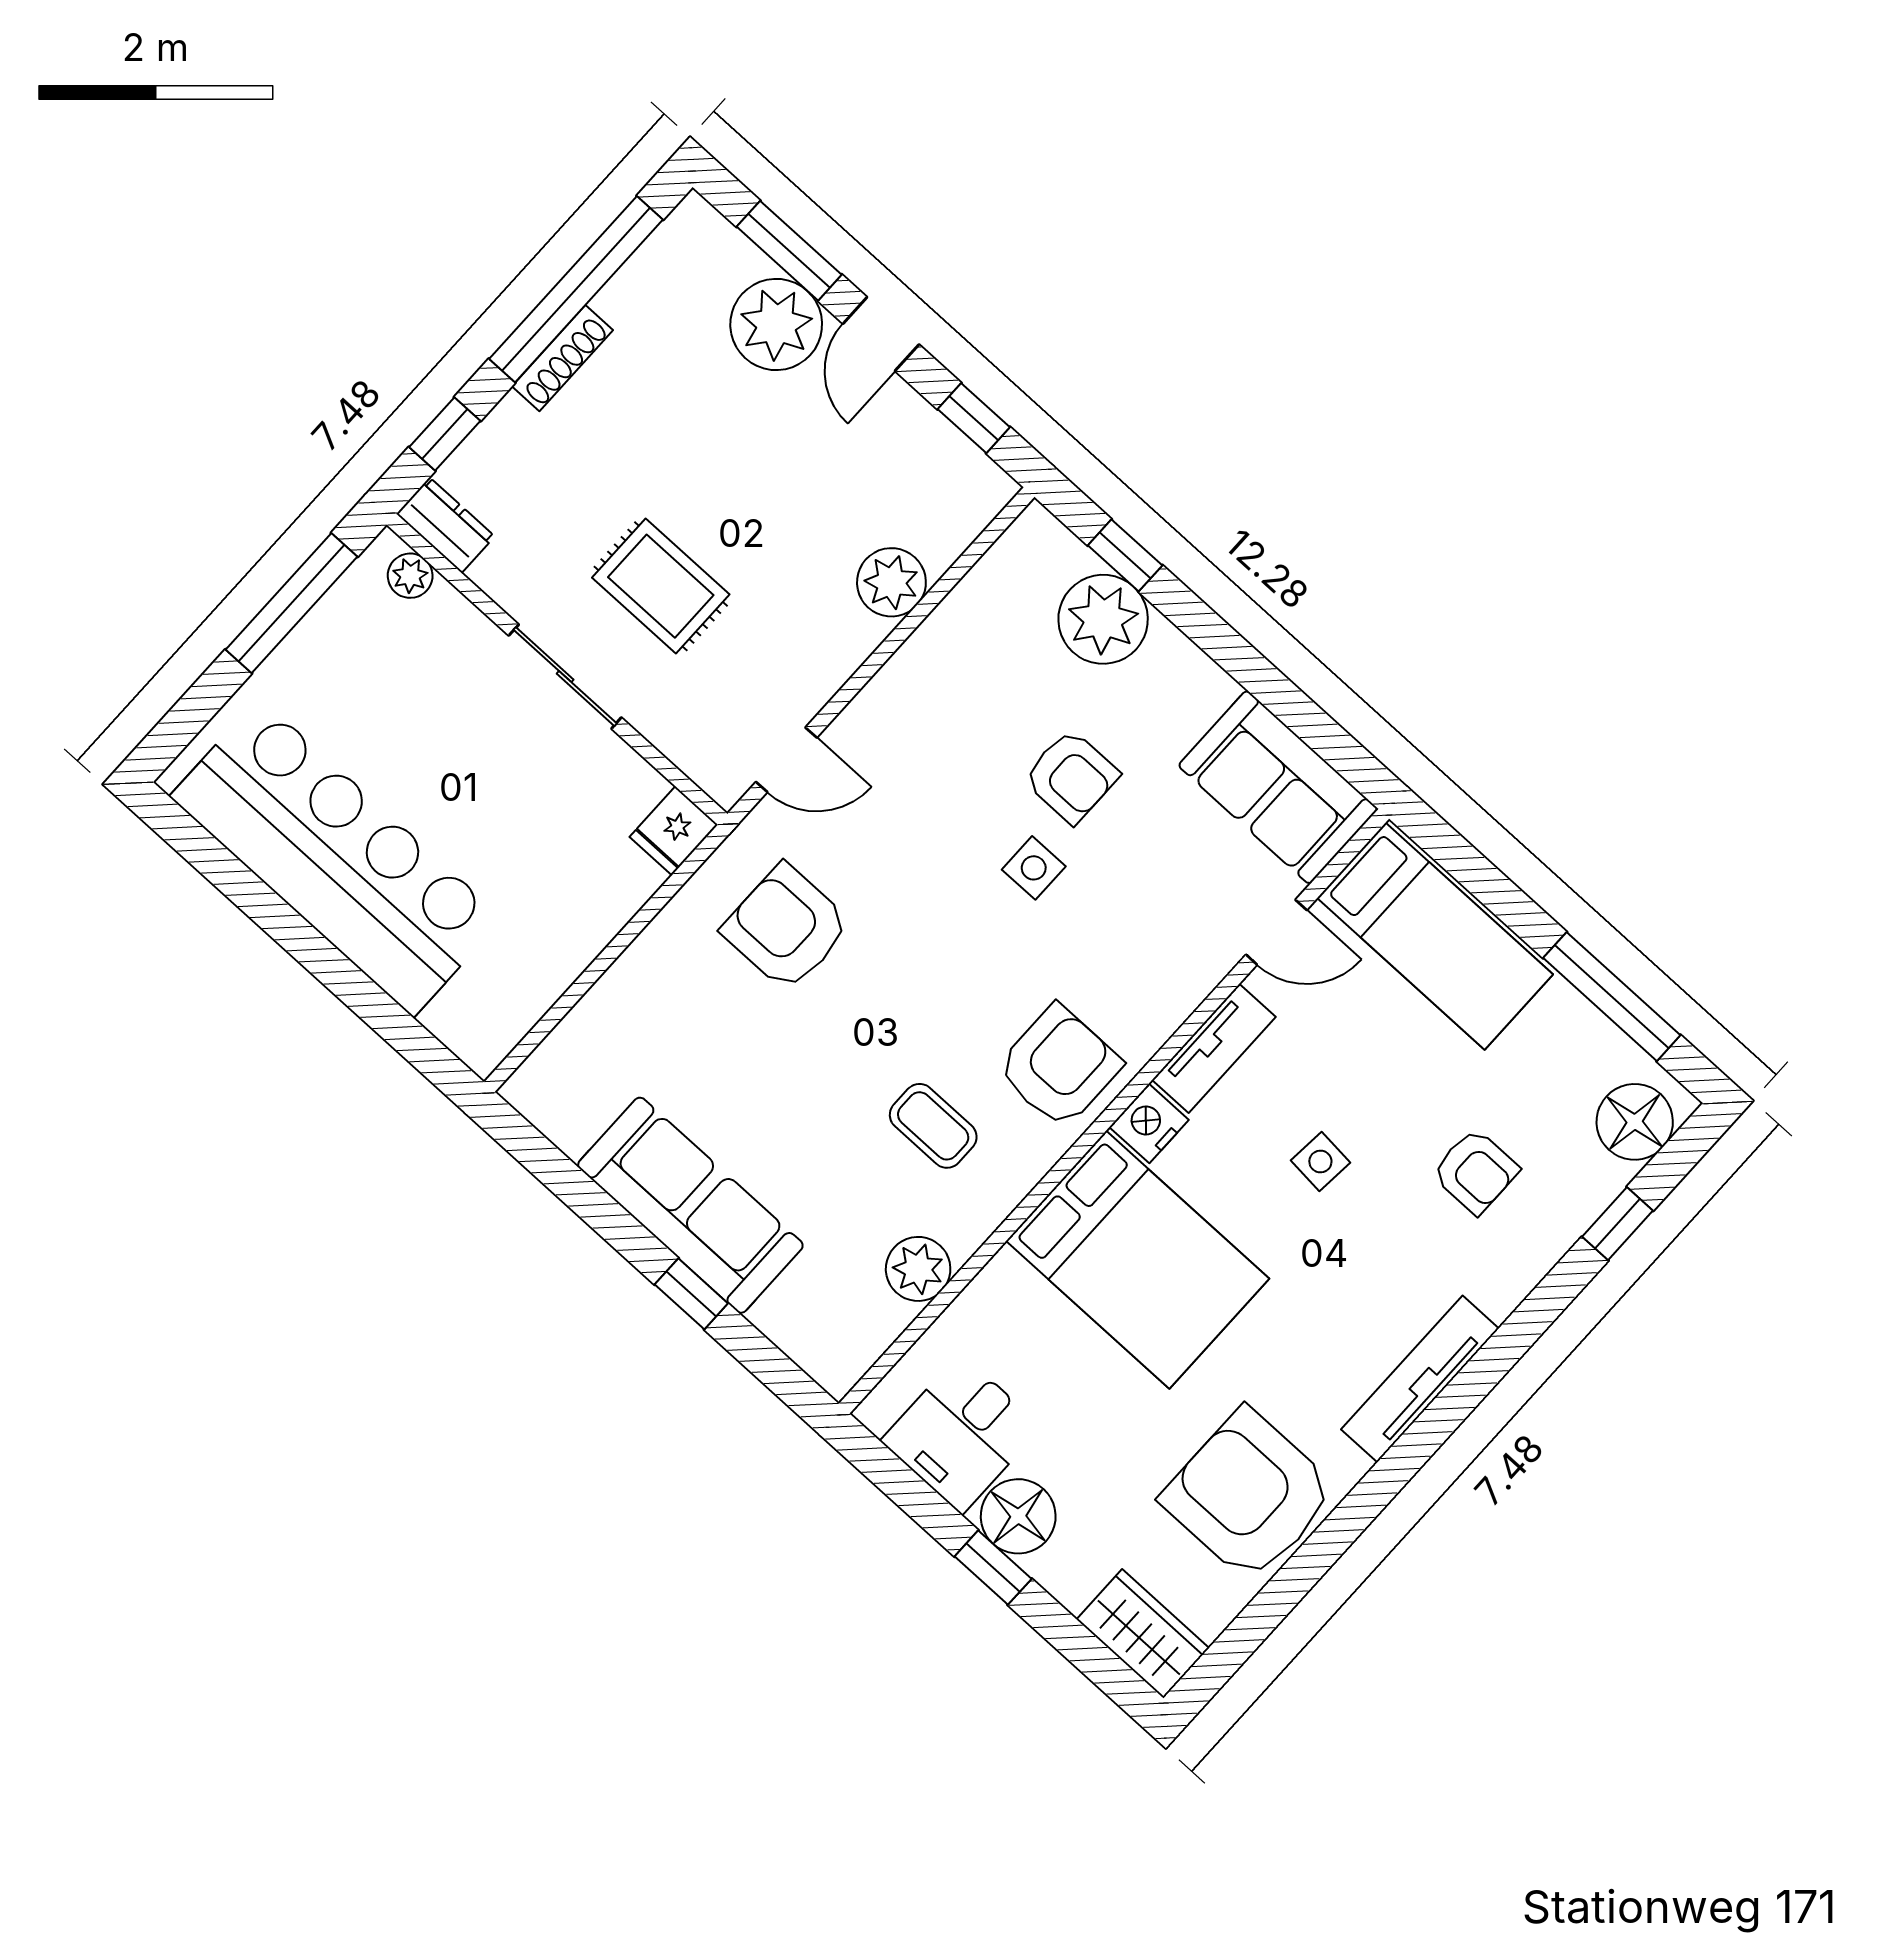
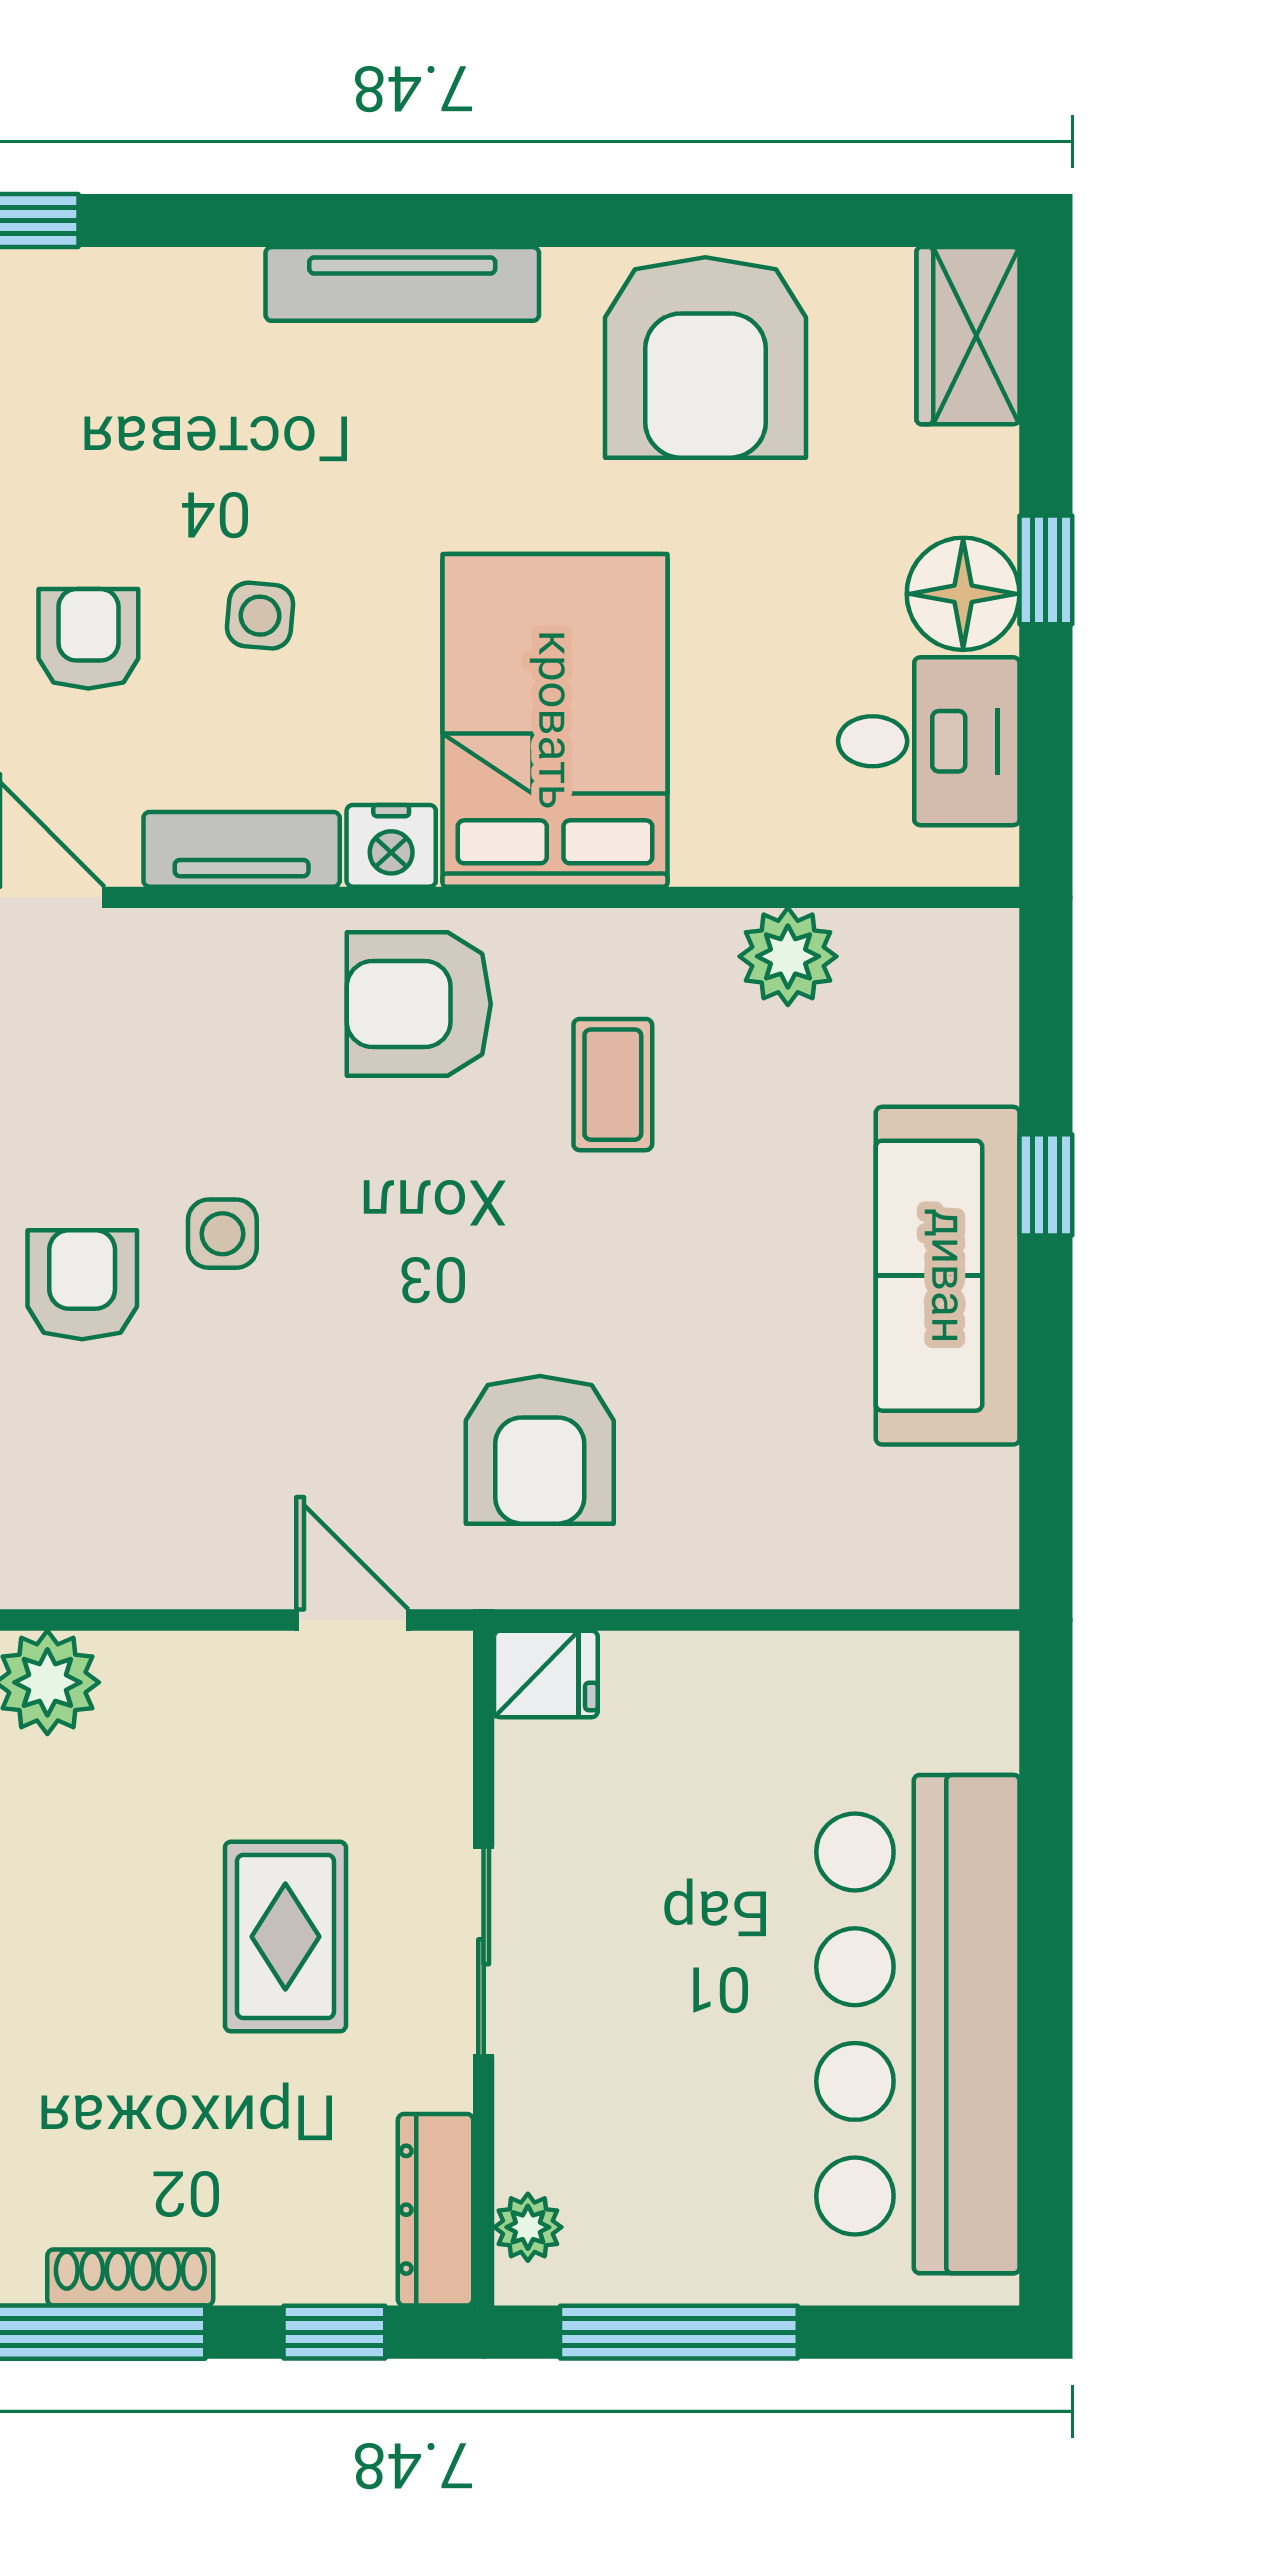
dresser: (446, 525) -> (436, 2210), width x1.44
armchair: (1475, 1171) -> (88, 639), moved

